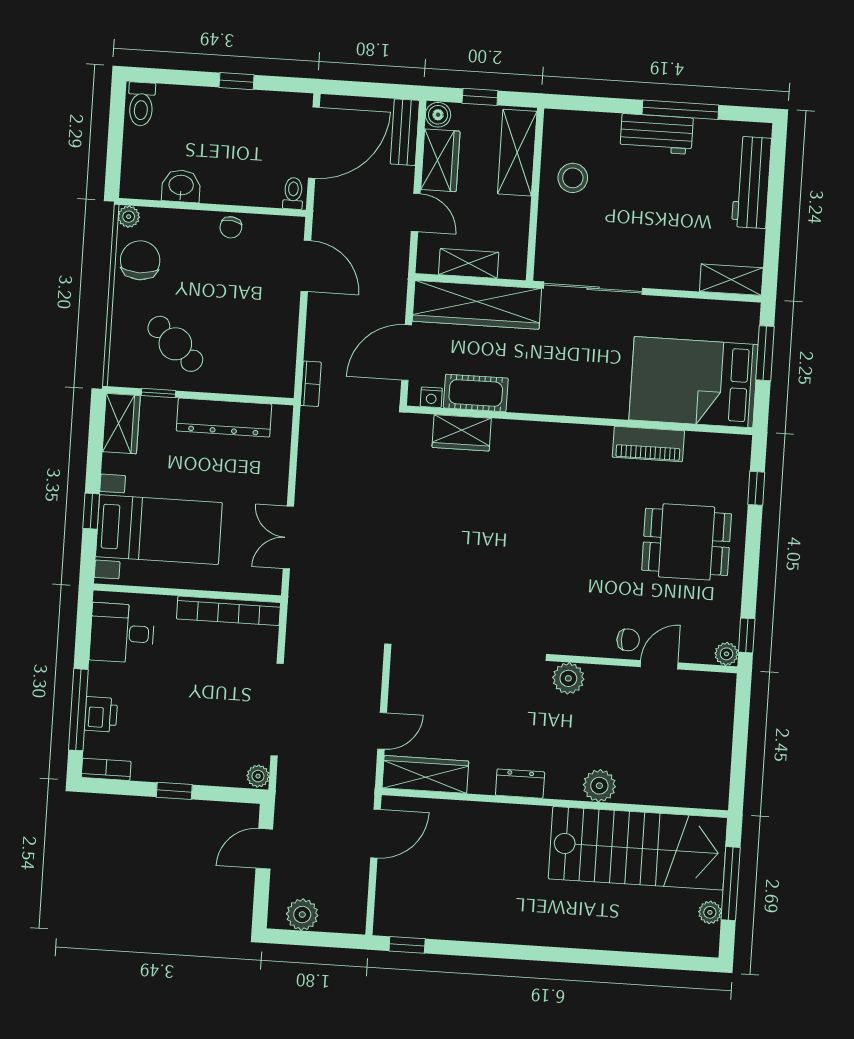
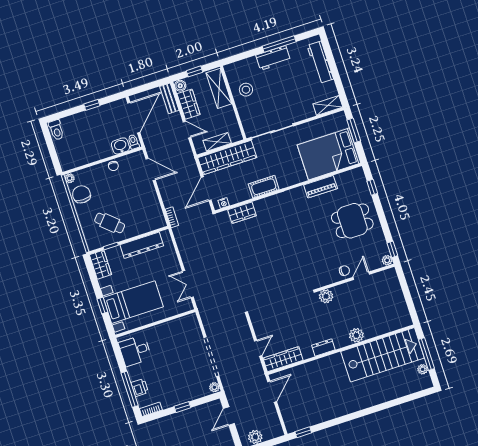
washbasin: (181, 186) -> (120, 146), moved
cot: (476, 393) -> (264, 187), moved
bookcase: (229, 611) -> (175, 324), removed

